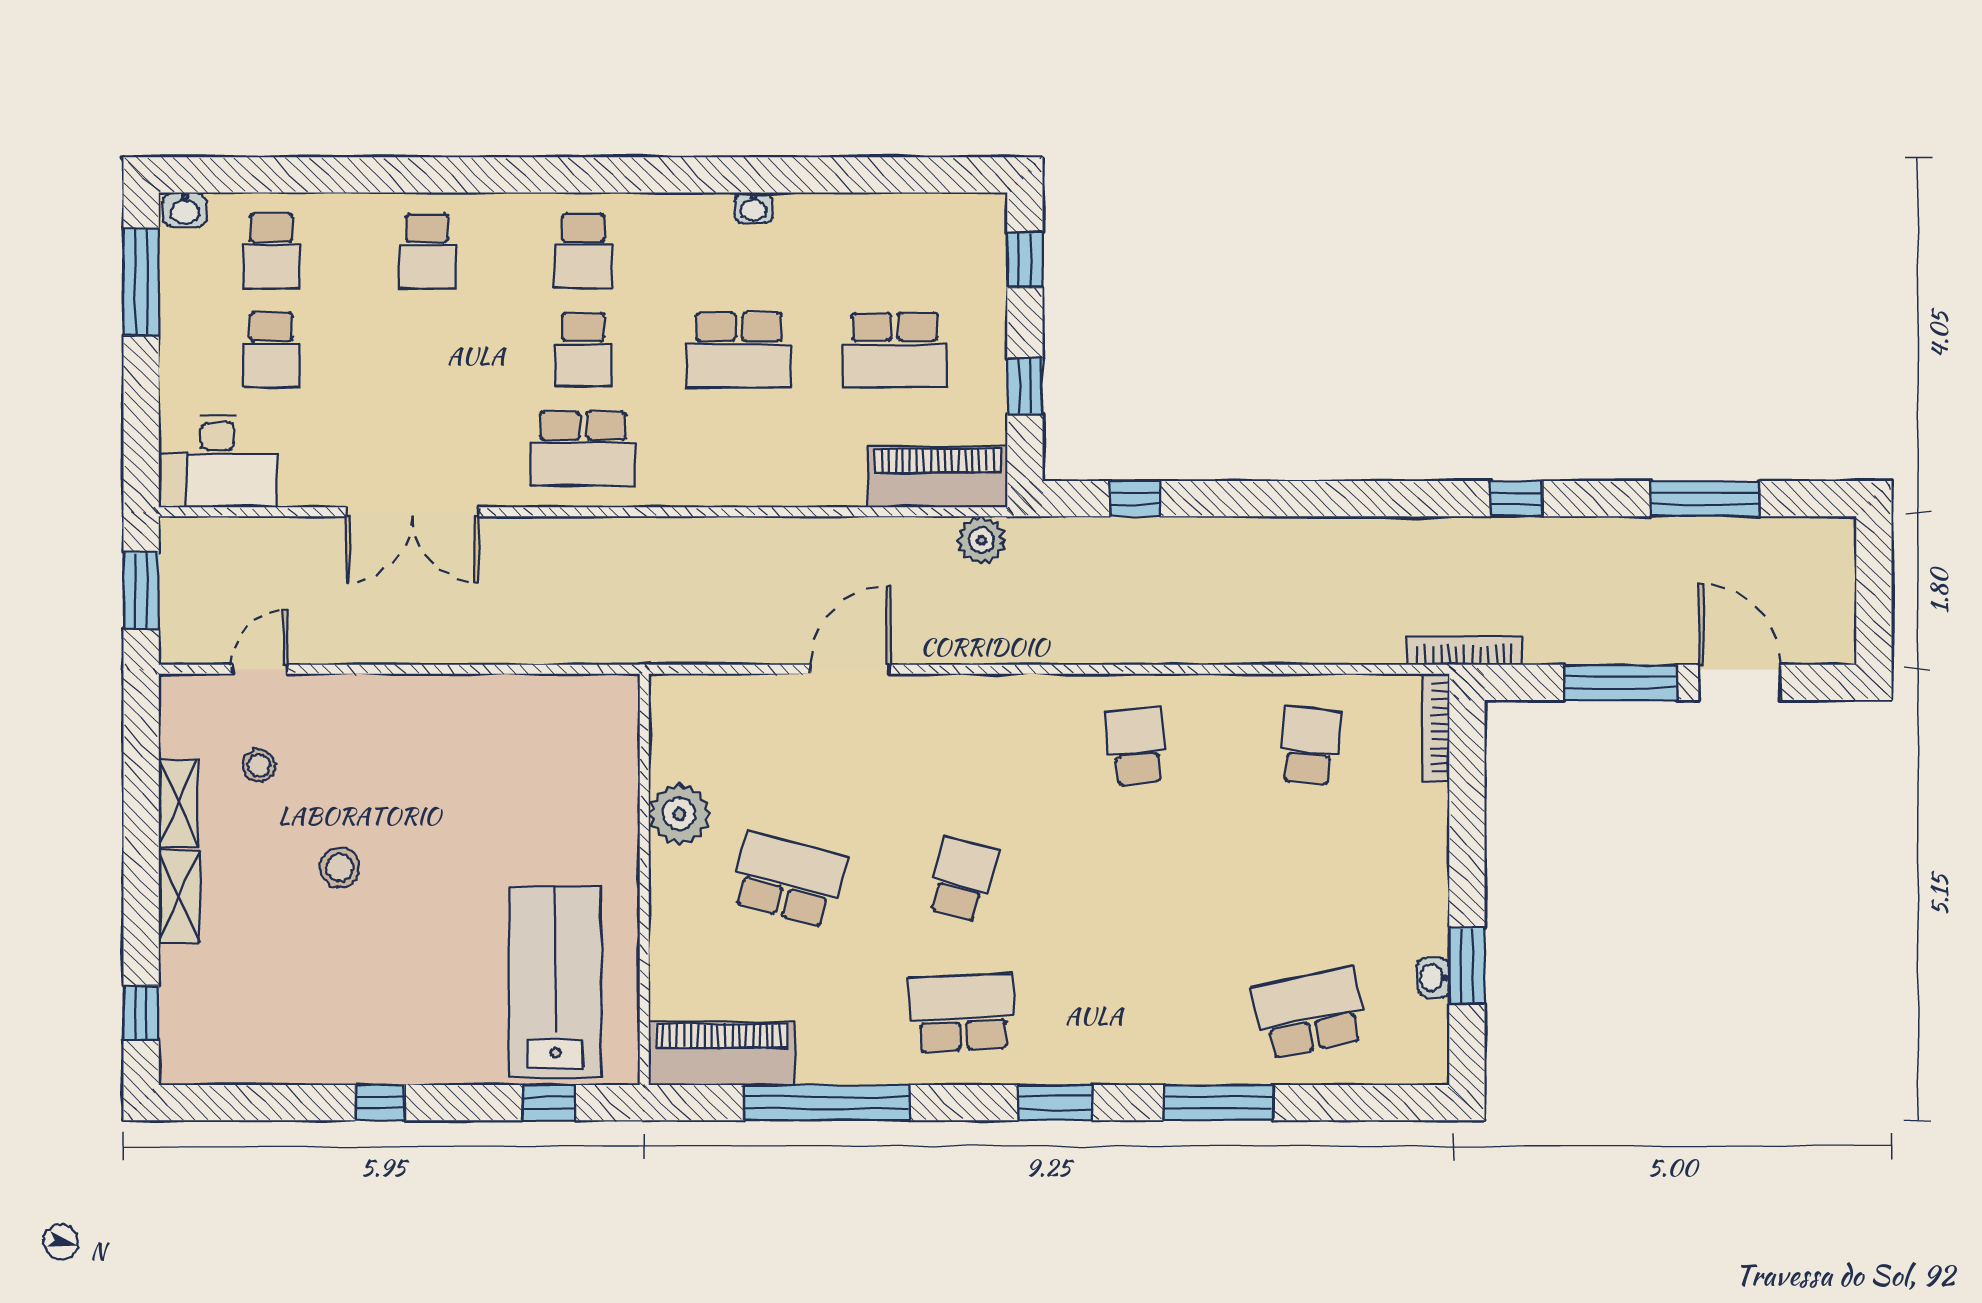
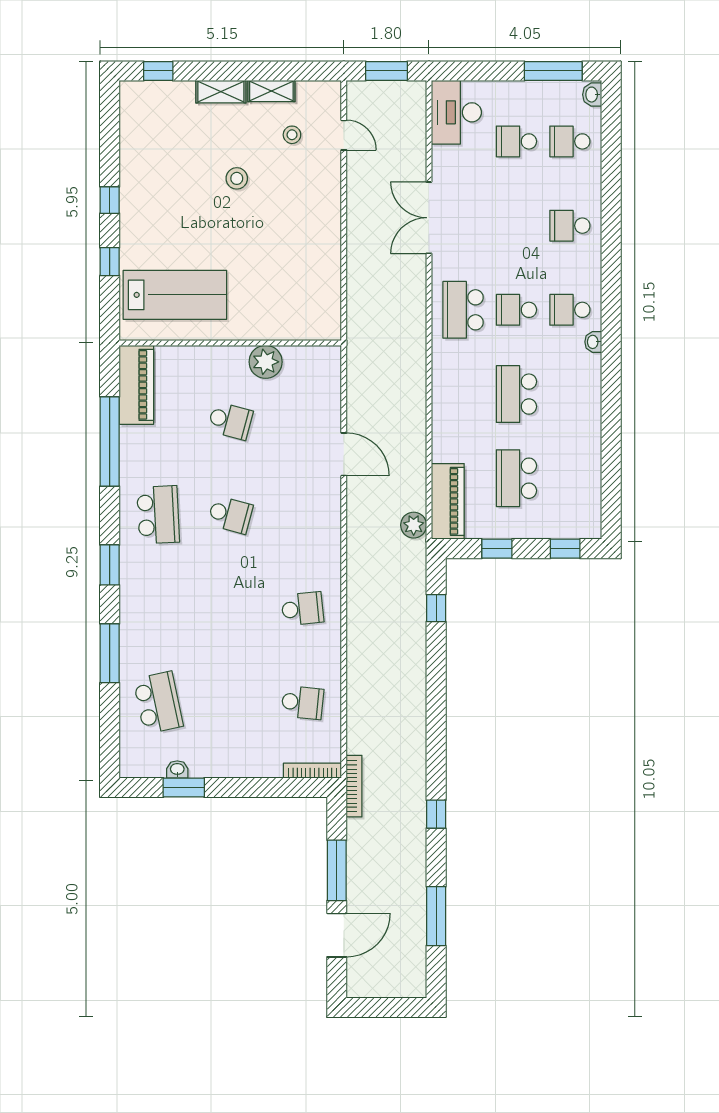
washbasin: (753, 208) -> (593, 342), moved
school desk: (788, 879) -> (230, 421), width x0.54
window: (549, 1103) -> (110, 262), moved

